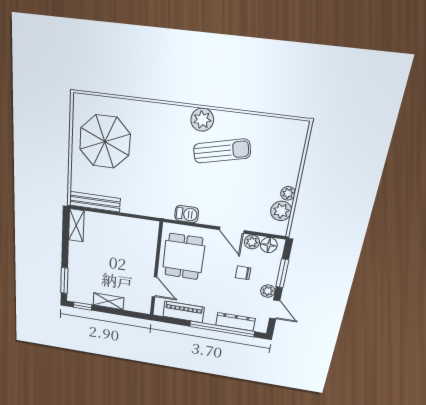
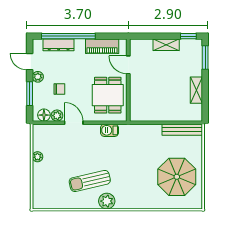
plant: (281, 211) -> (40, 143), removed
shelving: (76, 225) -> (196, 90), moved

